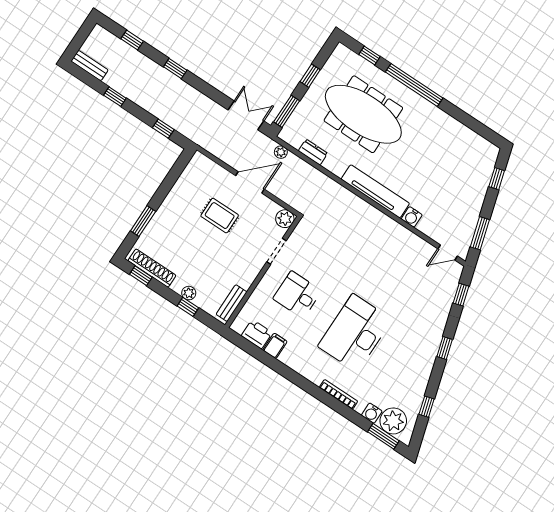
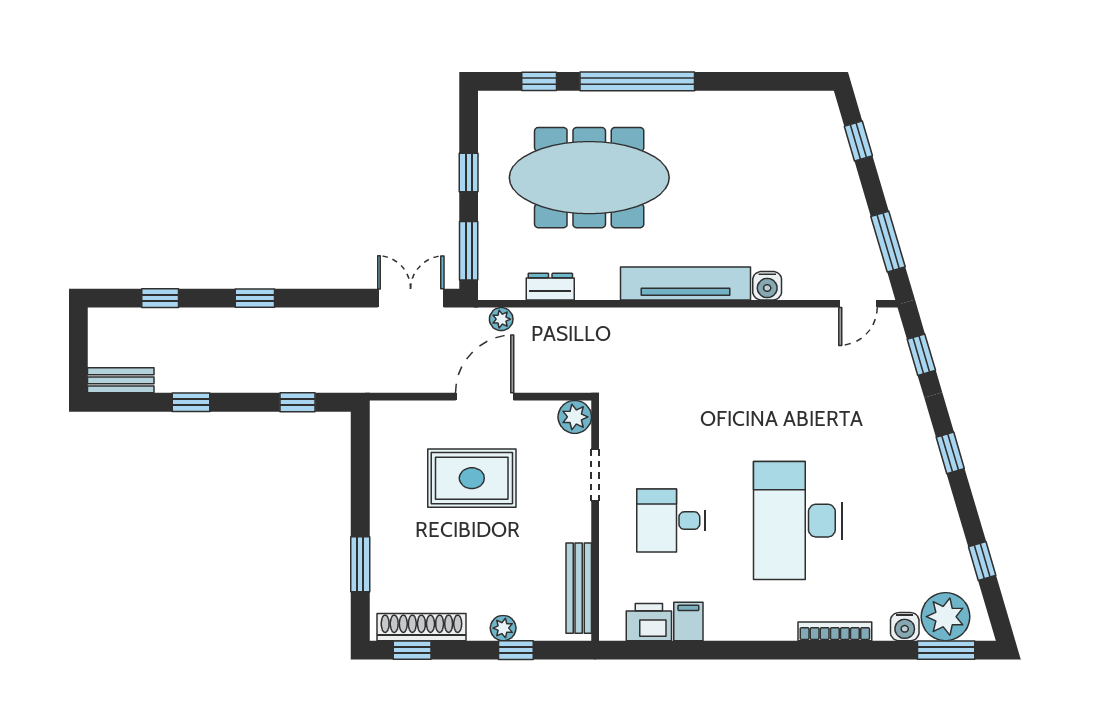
rug: (220, 216) -> (472, 478), width x1.36, depth x1.43
bench: (232, 303) -> (579, 588), width x1.36

